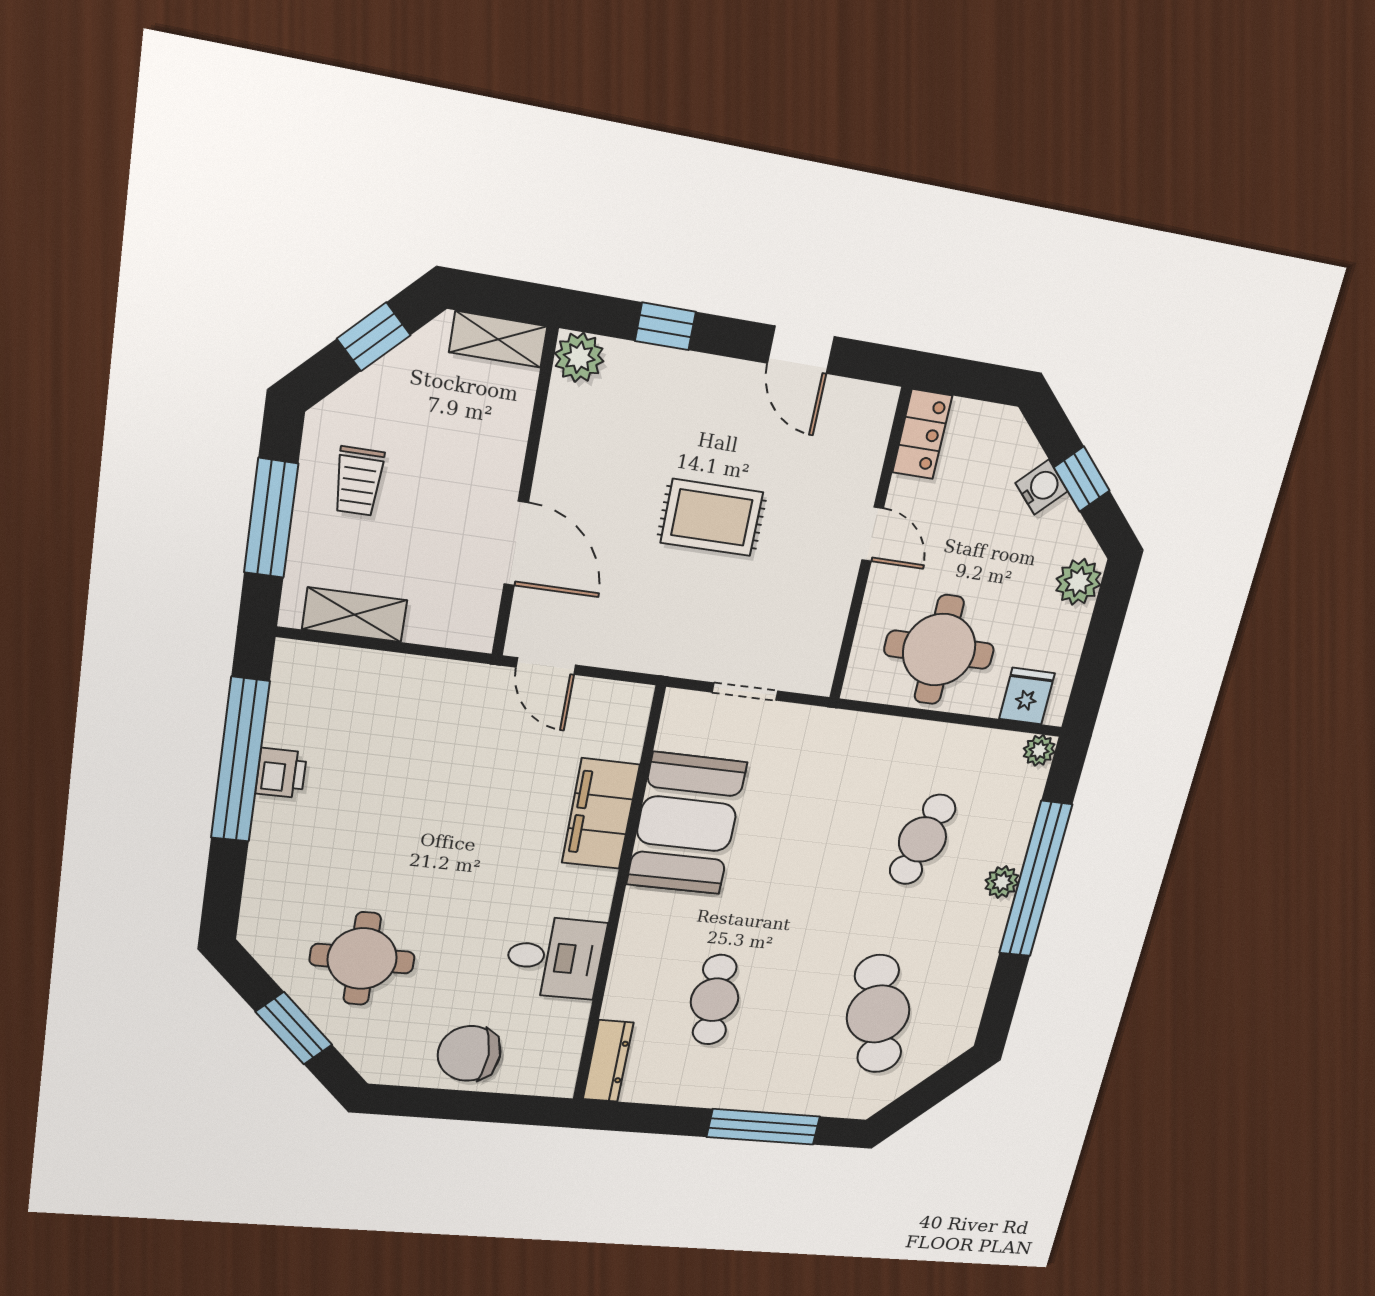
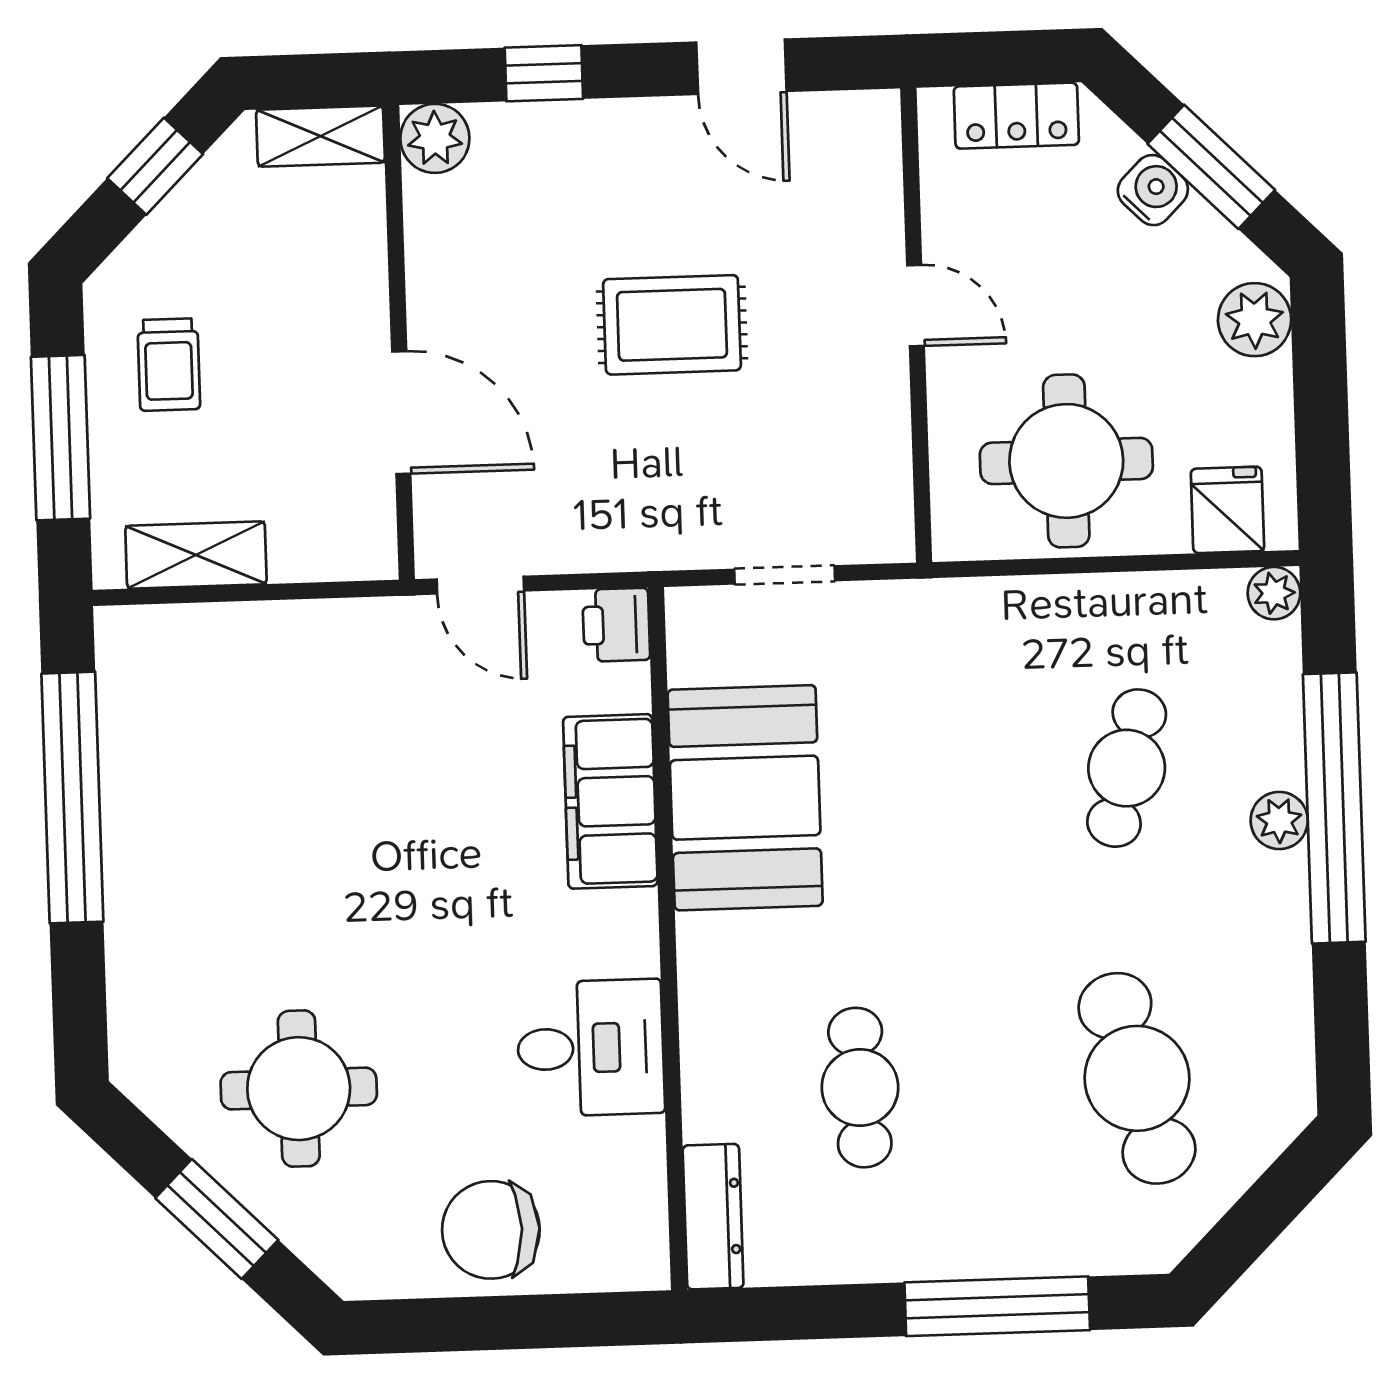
locker: (922, 434) -> (1016, 116), moved, turned 90
window: (1082, 479) -> (1211, 167), width x1.50
printer: (281, 773) -> (616, 625), moved, turned 180

